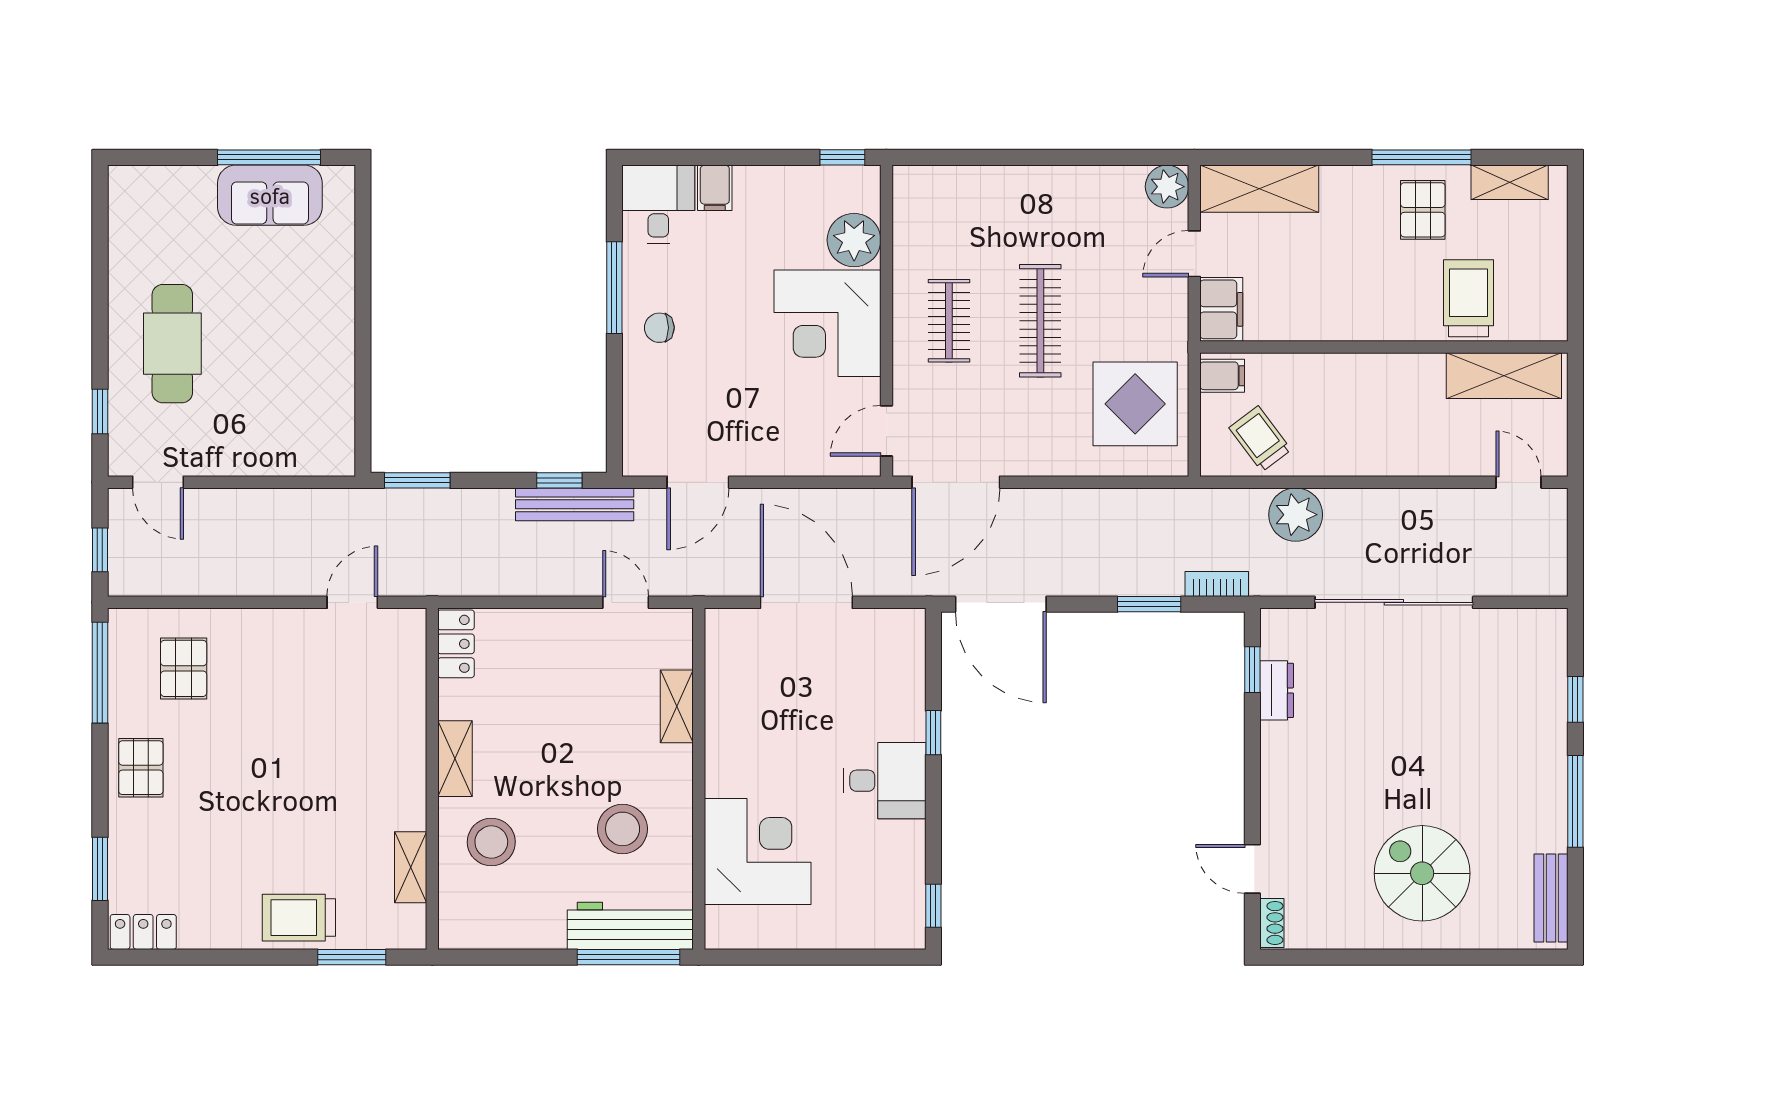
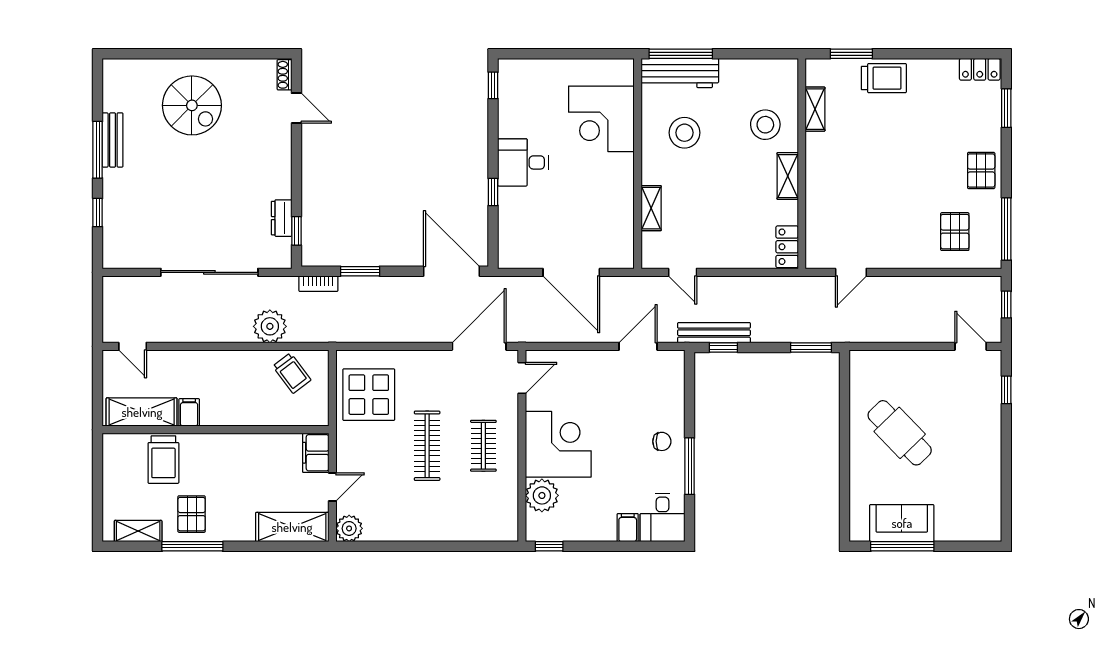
cafe table: (172, 344) -> (900, 433), moved, turned -44
filing cabinet: (1222, 376) -> (189, 412), moved, turned 90
bench: (1551, 898) -> (113, 140), moved

